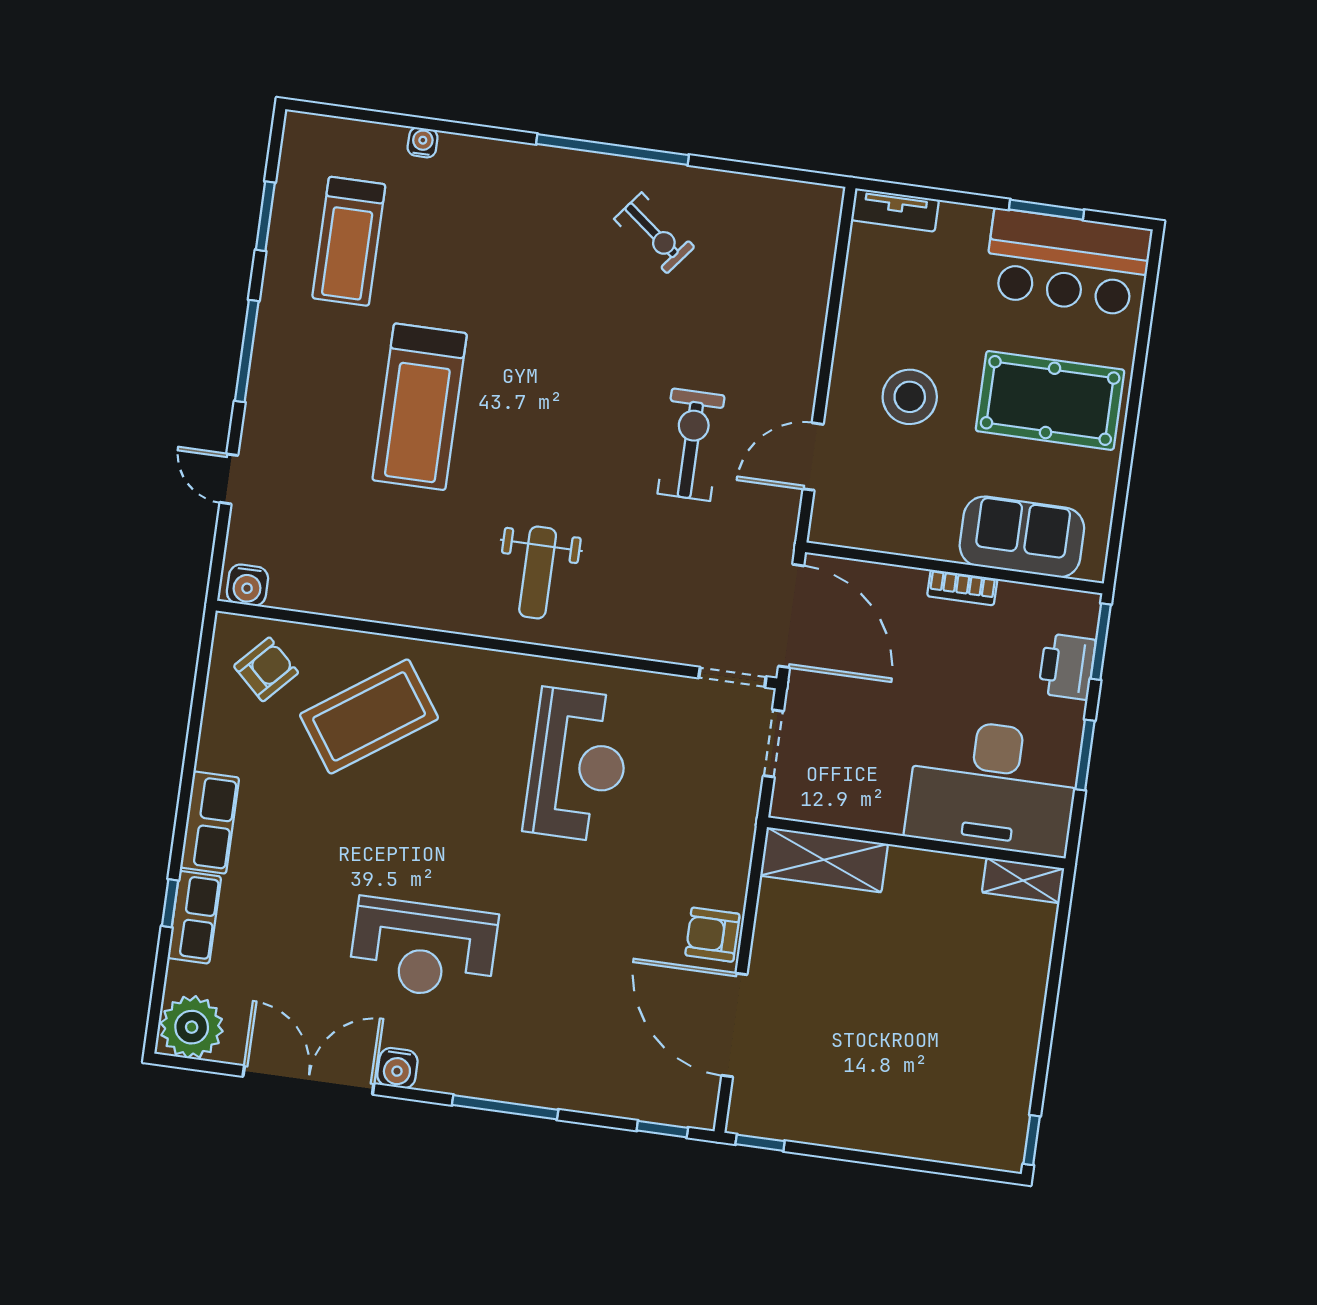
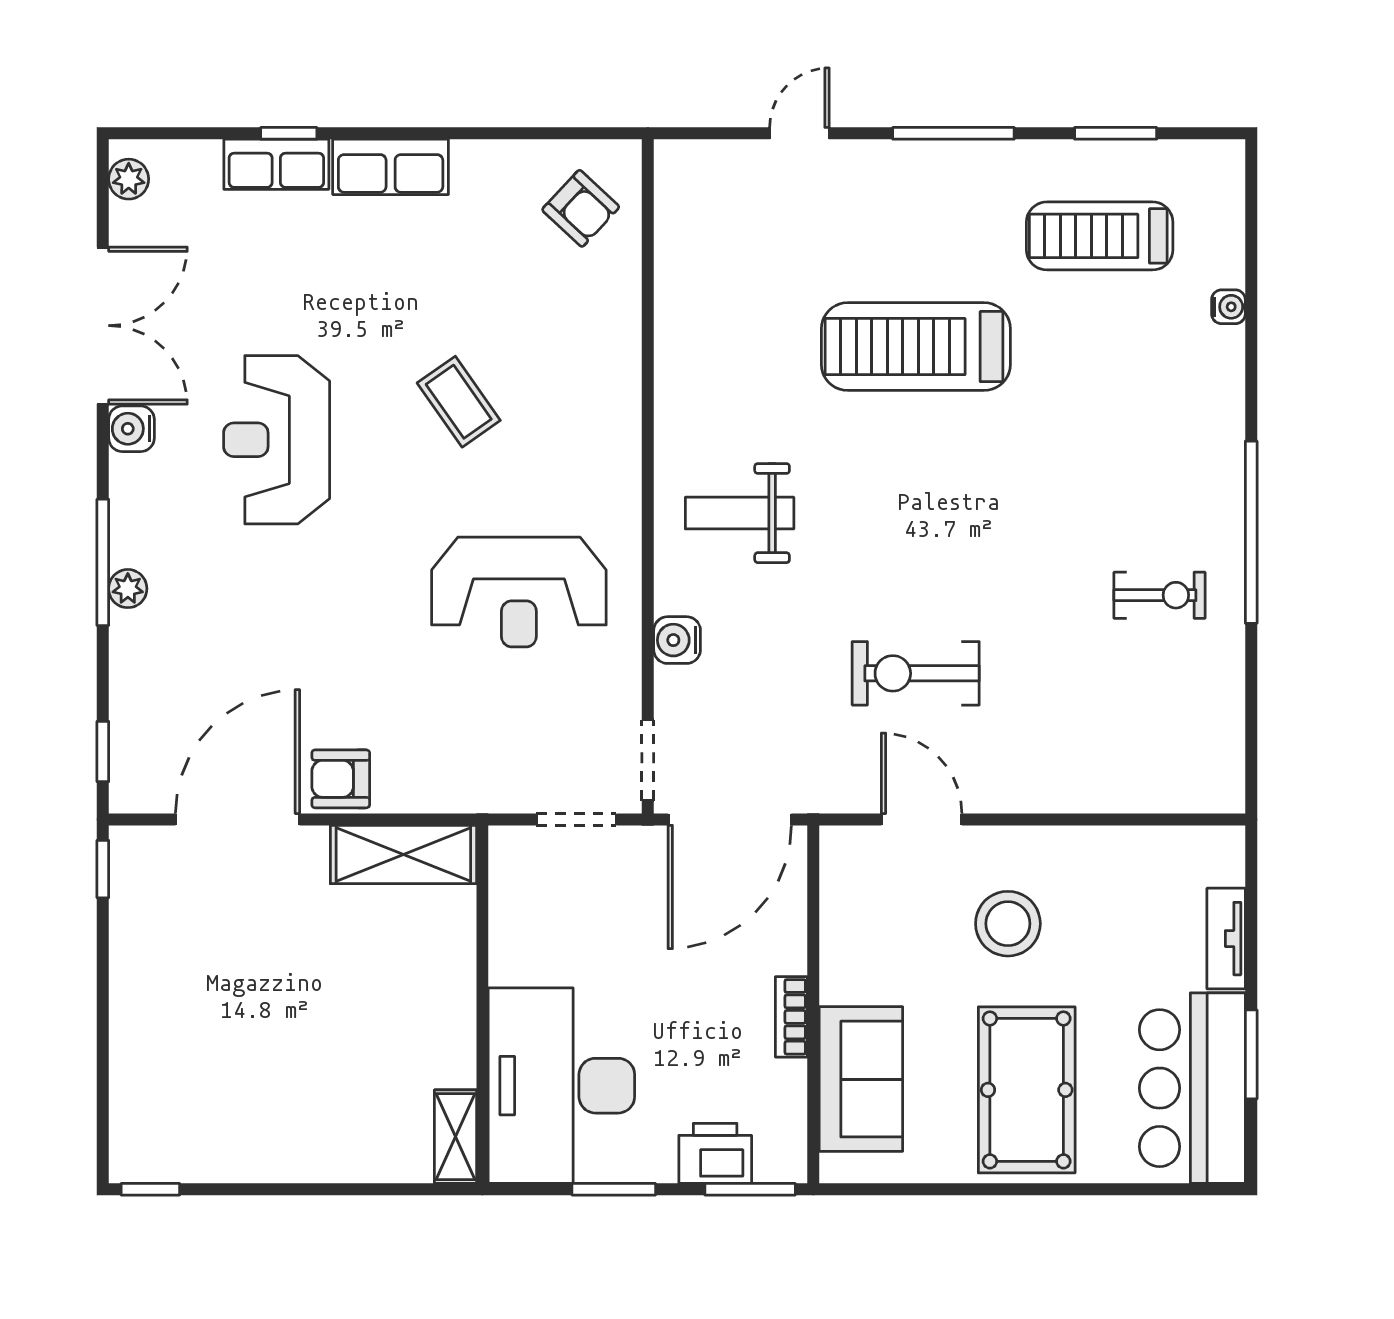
tv unit: (895, 210) -> (1226, 939), moved
exercise bike: (654, 233) -> (1159, 595), turned -128
exercise bike: (691, 445) -> (916, 673), turned 180
water cooler: (247, 585) -> (677, 640), moved
coffee table: (369, 716) -> (459, 402), moved, width x0.54, depth x0.58
shelving: (824, 860) -> (403, 854), moved, turned 90
armchair: (712, 935) -> (341, 779), turned -90
plant: (192, 1027) -> (129, 179), width x0.53, depth x0.53
plant: (530, 1090) -> (128, 589), added

